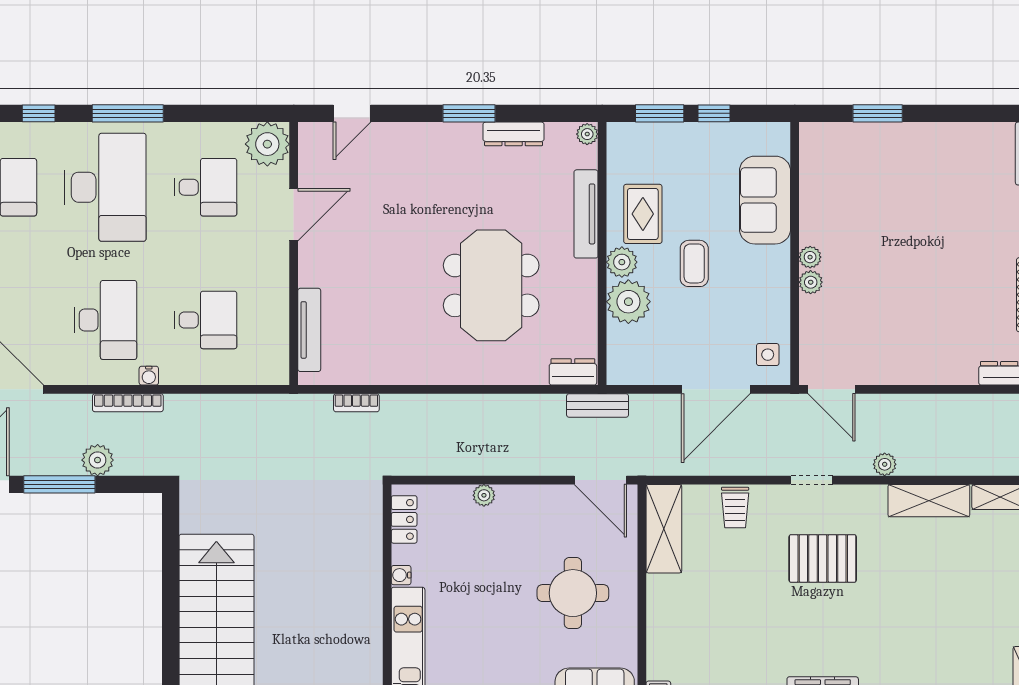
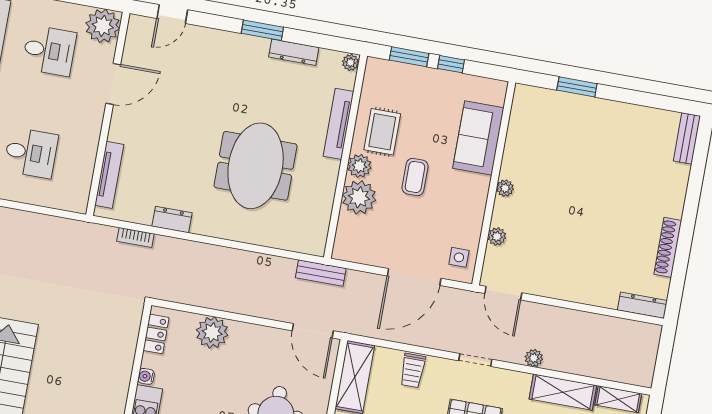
plant: (811, 282) -> (497, 236), moved
dresser: (573, 372) -> (172, 220), moved
plant: (484, 495) -> (212, 332), width x1.87, depth x1.87

